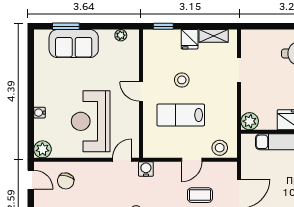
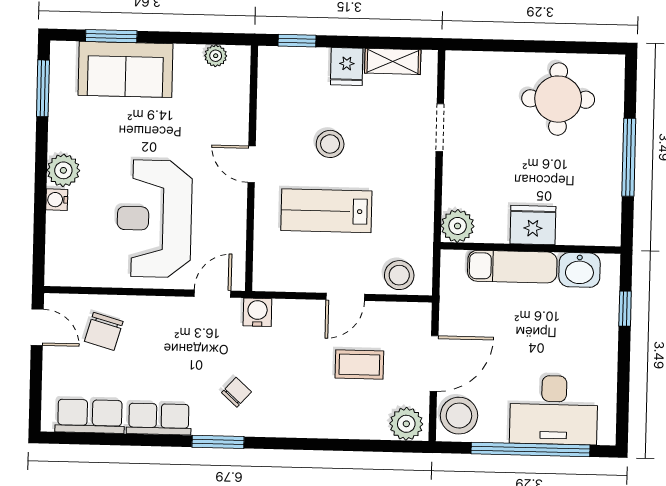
window: (31, 54) -> (43, 88), added
plant: (42, 149) -> (63, 170), moved

